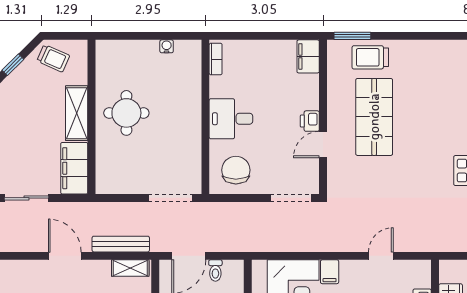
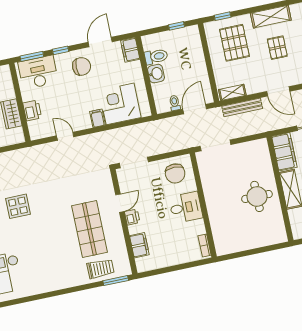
water cooler: (167, 46) -> (239, 247), removed
filing cabinet: (308, 56) -> (139, 245), moved
door: (381, 256) -> (65, 136), swing flipped

